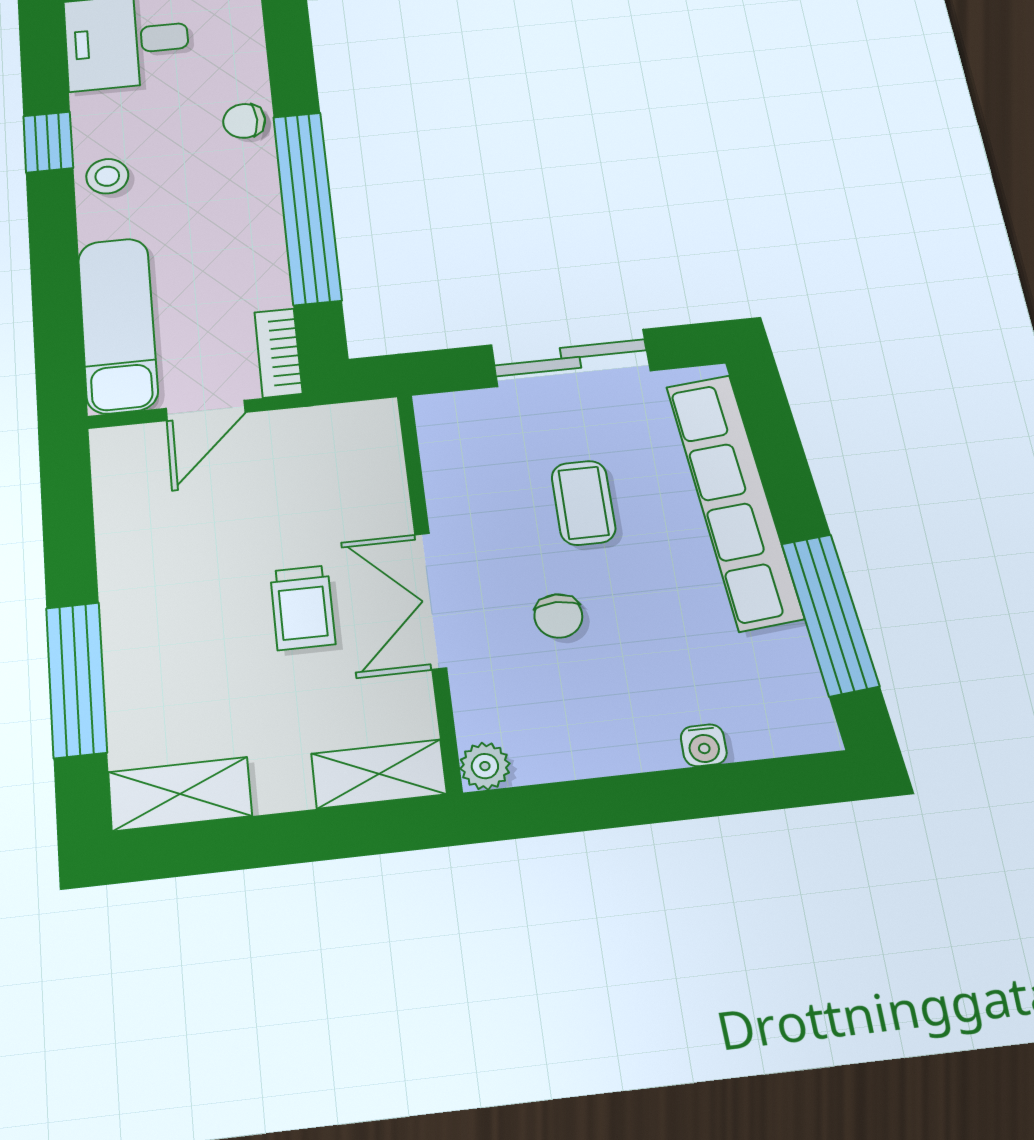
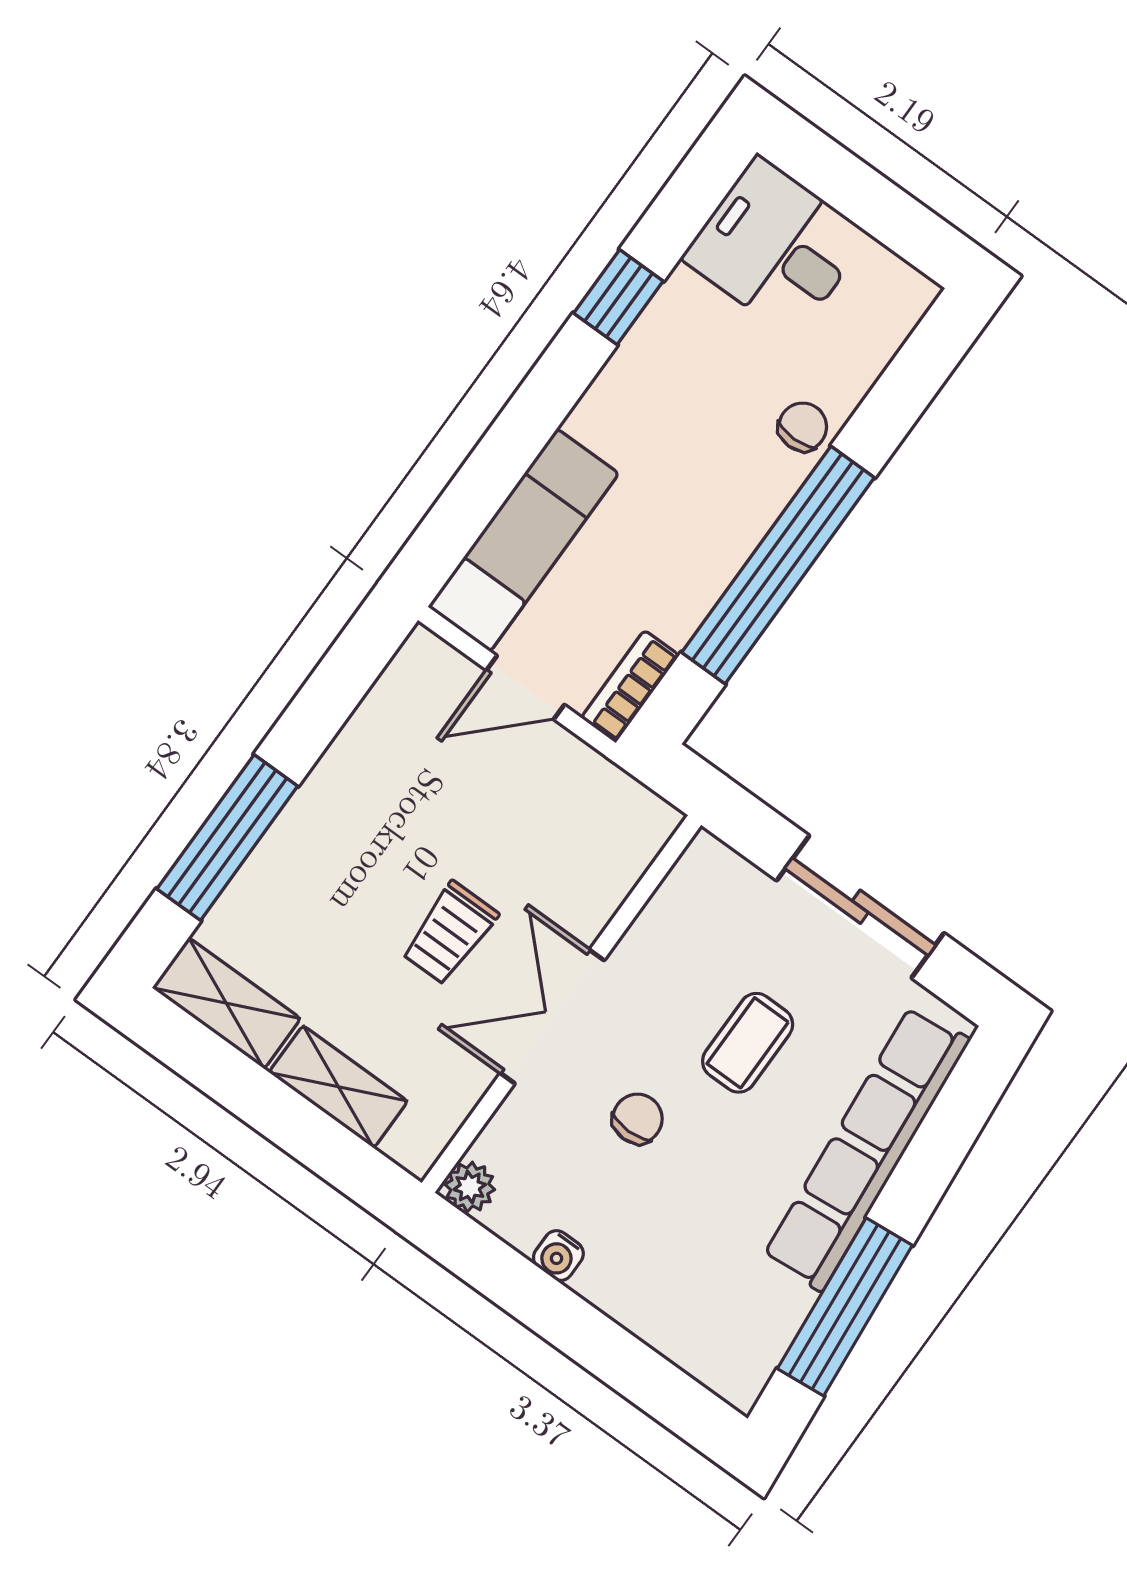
chair: (244, 121) -> (803, 427), turned 90
stool: (107, 176) -> (639, 380), removed
chair: (558, 616) -> (638, 1119), turned 180
water cooler: (704, 745) -> (558, 1256), moved
shelving: (379, 774) -> (338, 1087), moved

